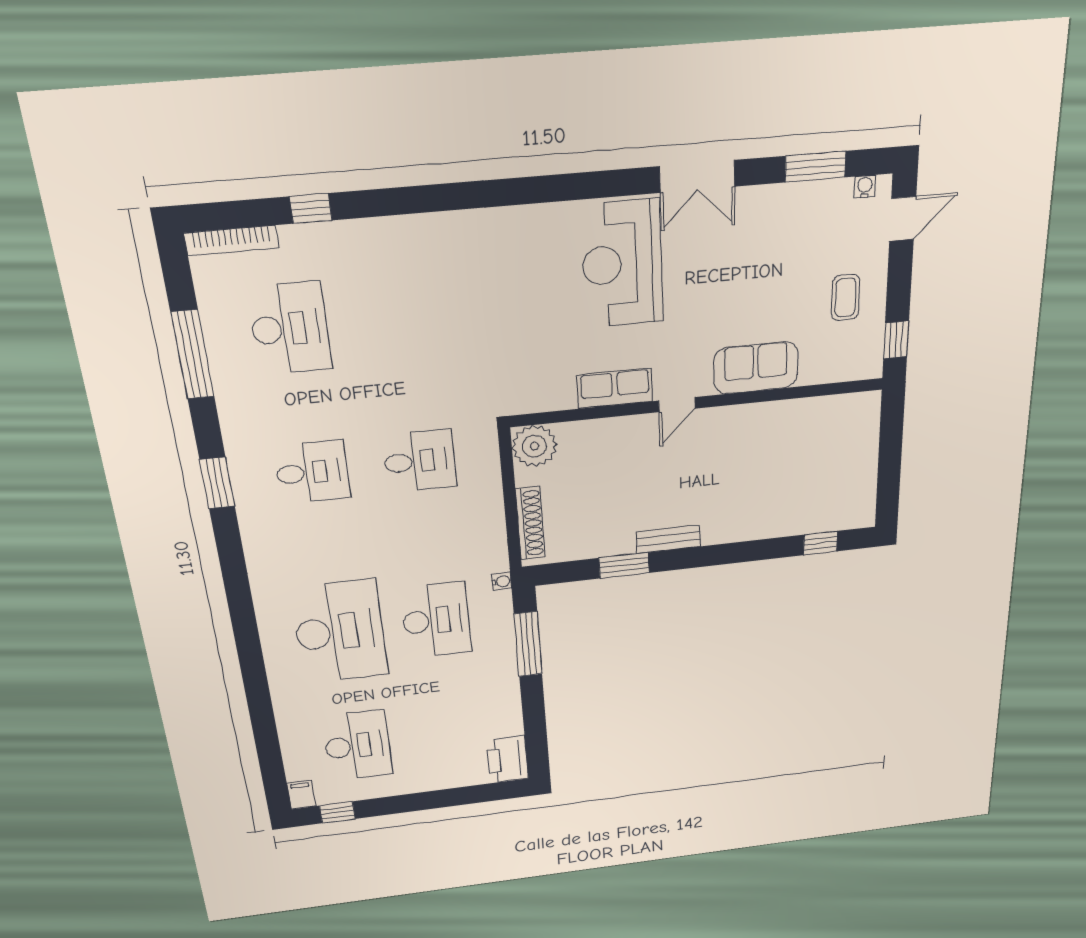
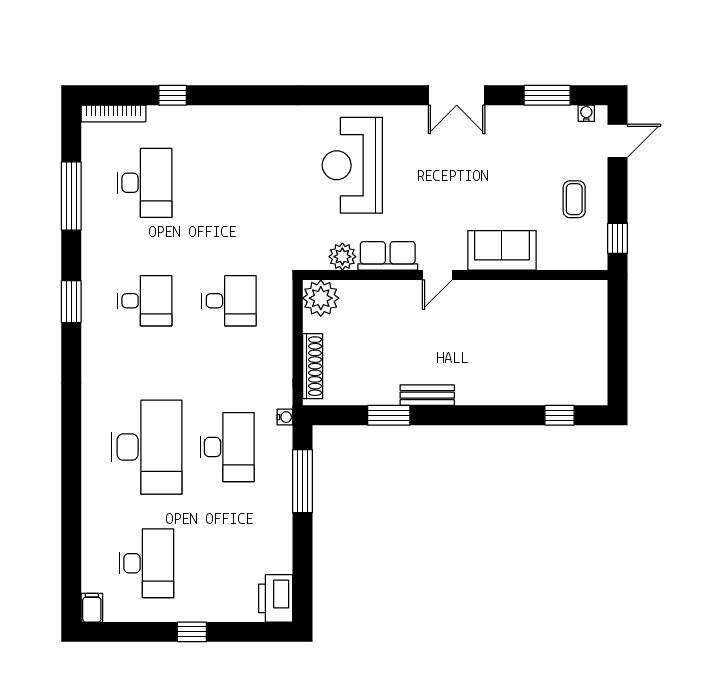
reception desk: (622, 264) -> (352, 165), moved
plant: (558, 395) -> (342, 257), added
window: (337, 812) -> (192, 632), moved

